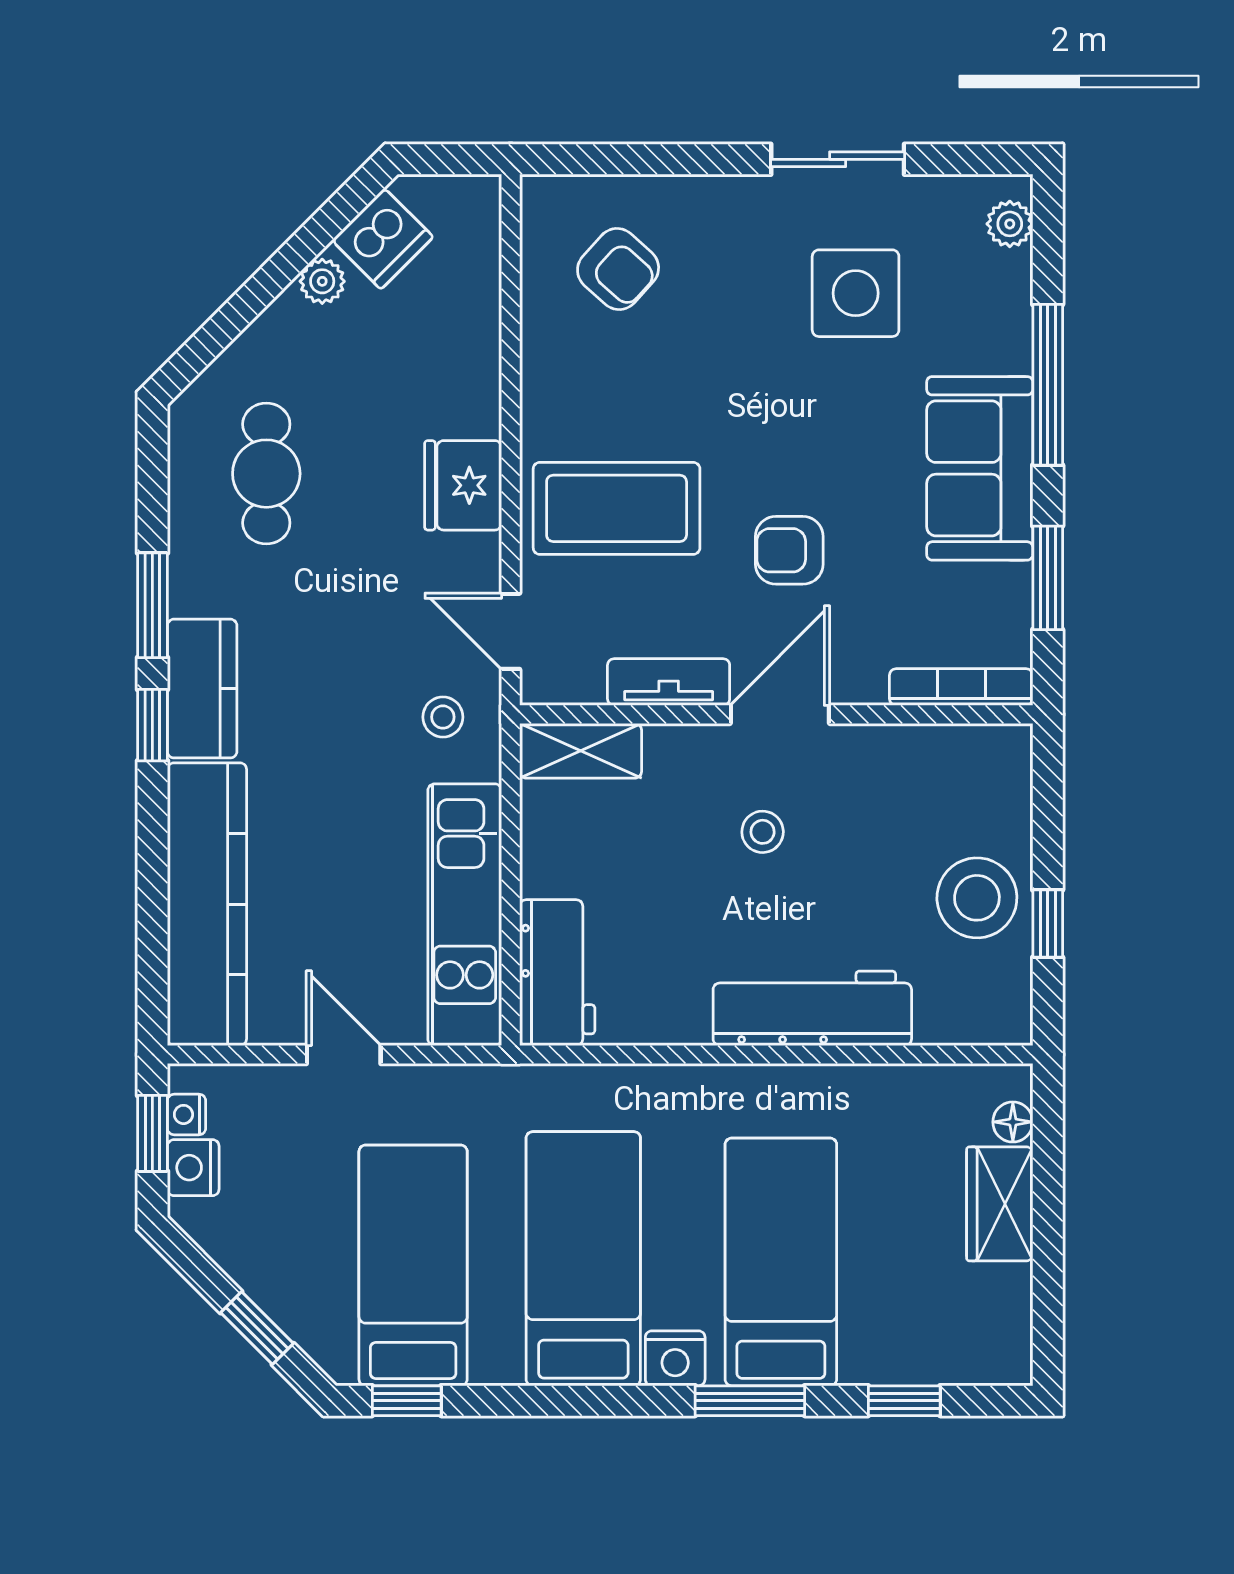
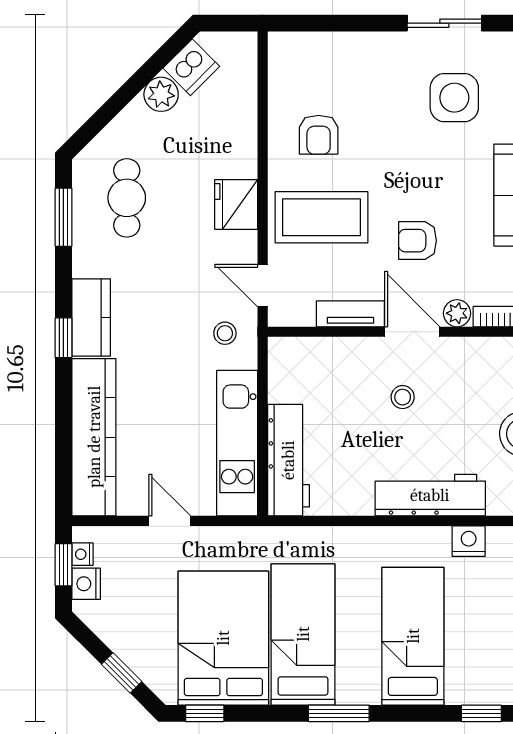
armchair: (618, 269) -> (319, 135), moved, turned 48
plant: (322, 281) -> (161, 94), width x1.38, depth x1.38
window: (152, 605) -> (63, 217), moved
plant: (860, 681) -> (457, 313), added
door: (780, 714) -> (412, 332), hinge flipped
shelving: (581, 751) -> (301, 352), removed
workbench: (557, 973) -> (288, 460), width x1.38
bed: (413, 1265) -> (223, 638), width x1.50
nightstand: (675, 1358) -> (469, 541), moved, turned 180
window: (750, 1401) -> (339, 713), moved

